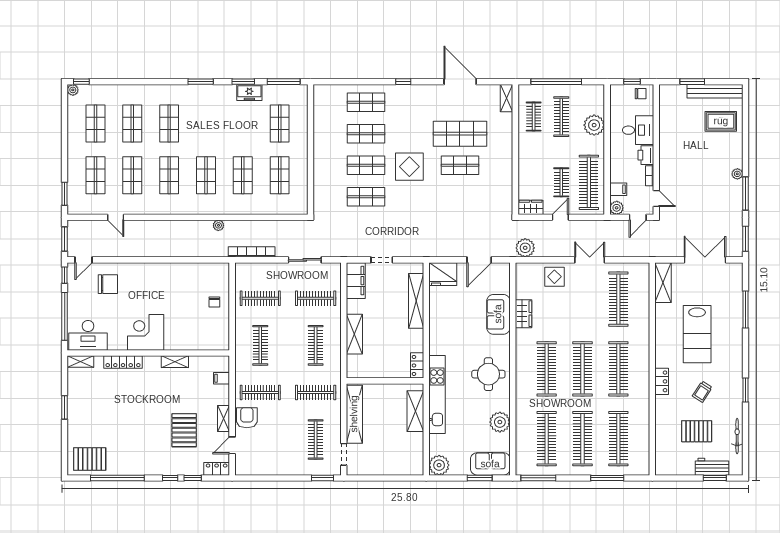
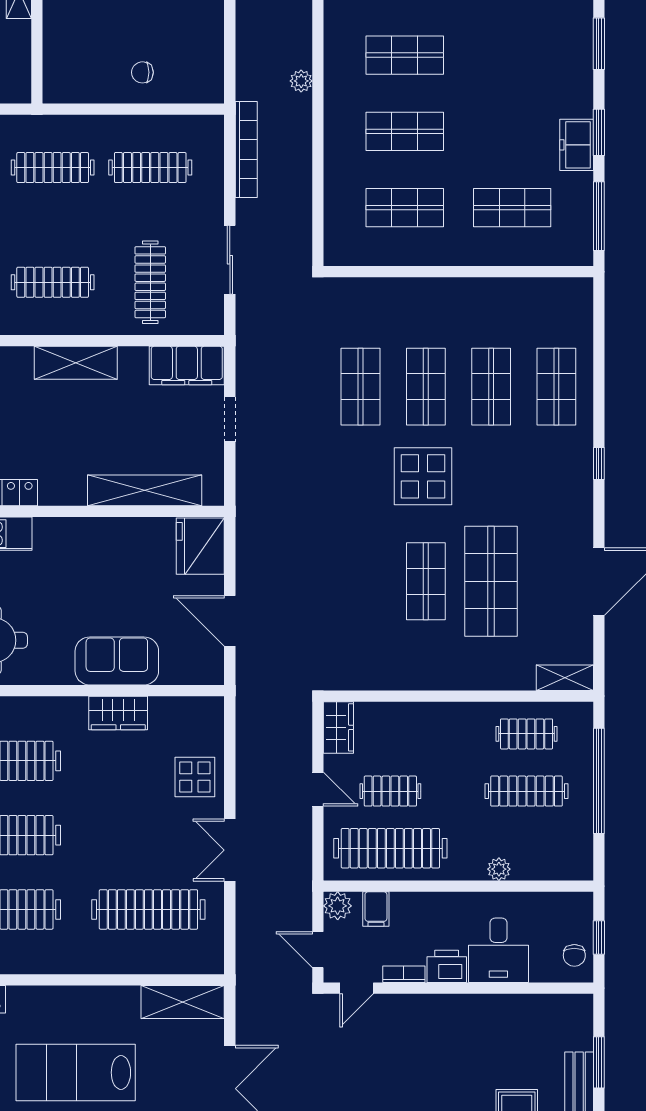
plant: (594, 125) -> (499, 869), width x0.53, depth x0.53
plant: (525, 248) -> (255, 716), removed
double door: (590, 260) -> (230, 850), swing flipped
clothes rail: (260, 298) -> (150, 168), turned 90

